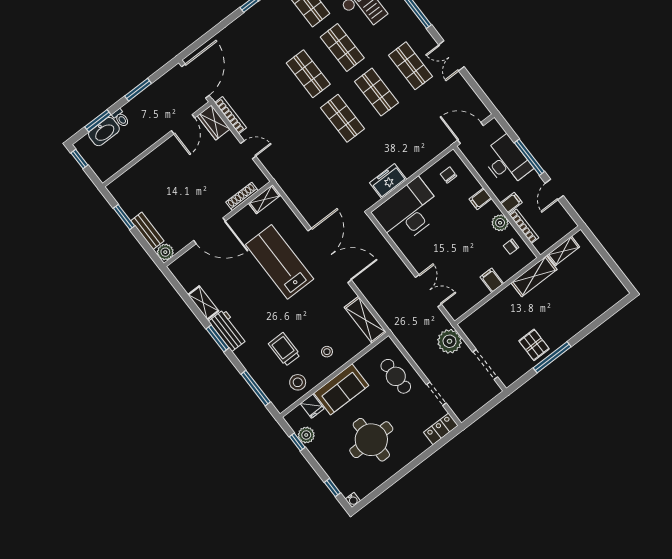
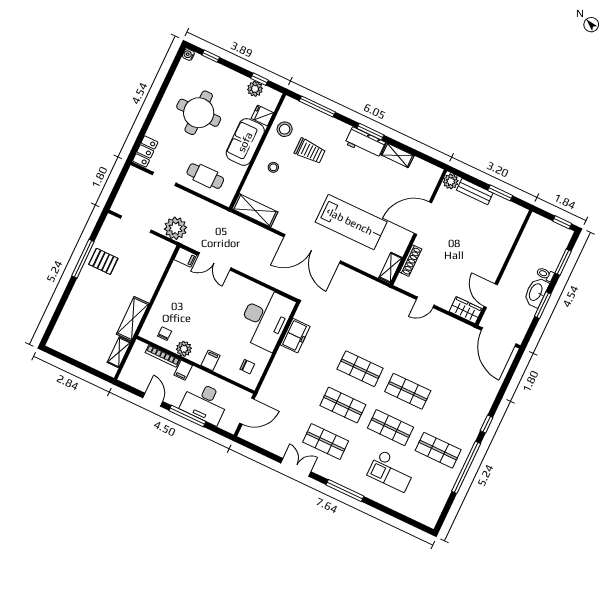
bookcase: (231, 115) -> (455, 323), removed
washbasin: (104, 132) -> (536, 292), moved
filing cabinet: (492, 280) -> (185, 257), moved

